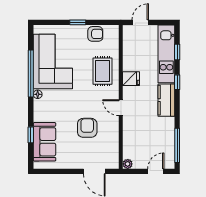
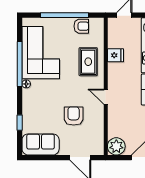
window: (78, 22) -> (64, 15), width x3.17
fridge: (131, 79) -> (116, 55), moved
sofa: (44, 142) -> (41, 144), moved, turned -90
plant: (128, 164) -> (116, 146), width x1.88, depth x1.88

